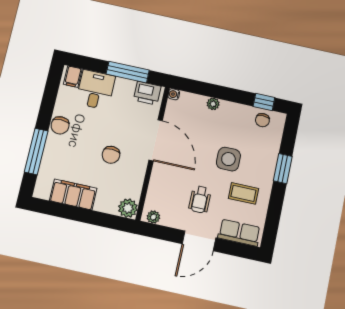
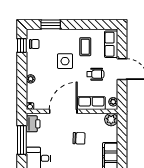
window: (283, 169) -> (51, 24), moved
row of seats: (159, 184) -> (91, 103), added

